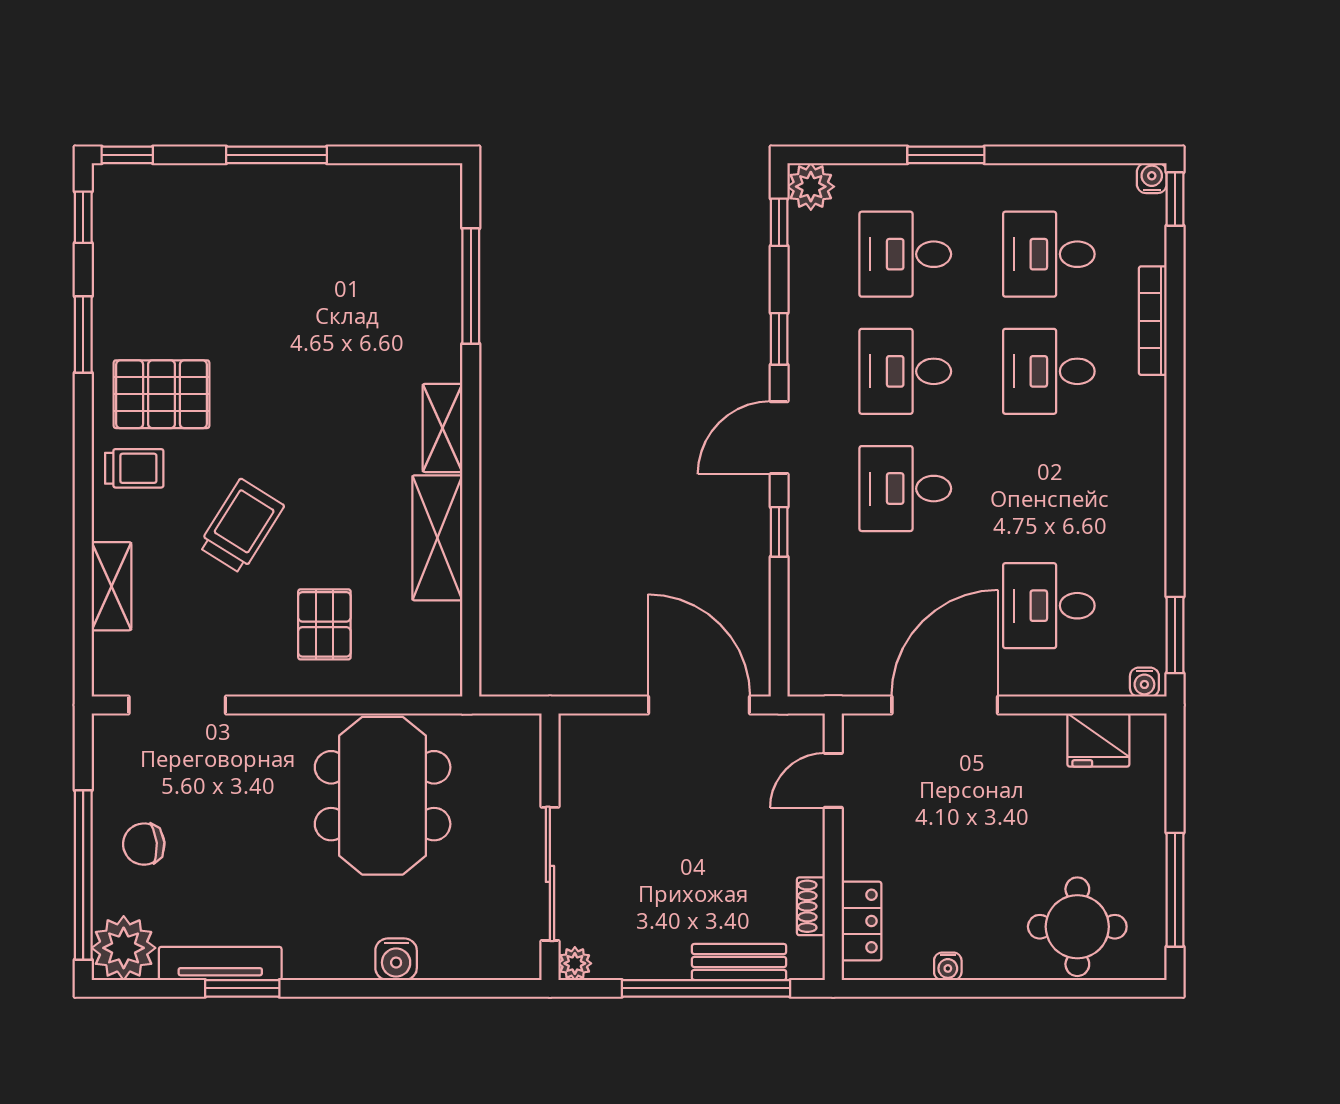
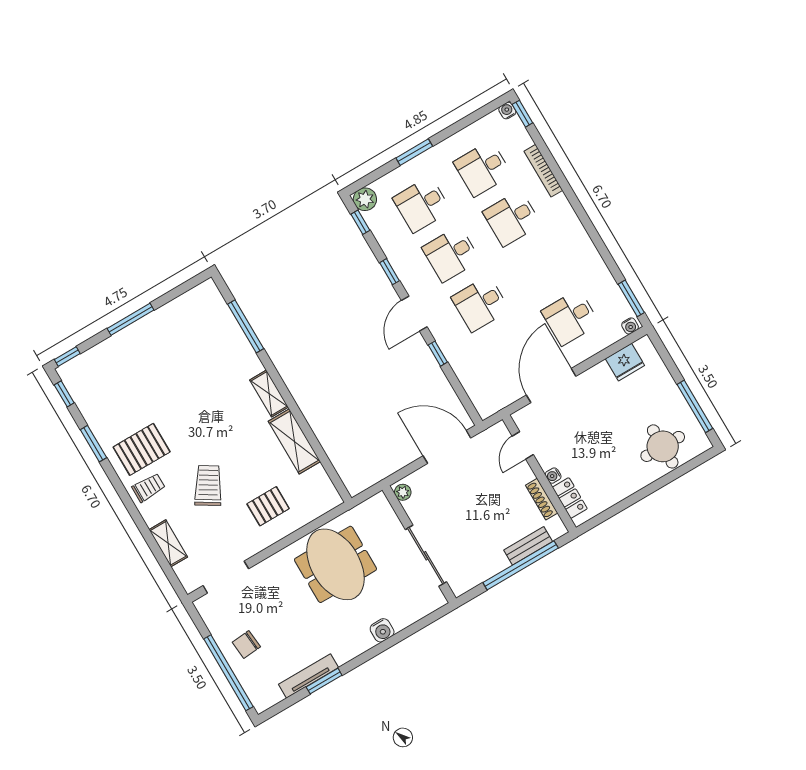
pallet: (324, 624) -> (268, 506), turned 90
shoe rack: (811, 906) -> (542, 499), width x1.43
plant: (124, 948) -> (264, 694), removed
plant: (575, 963) -> (403, 492), moved
water cooler: (948, 966) -> (553, 476), moved, turned 90

